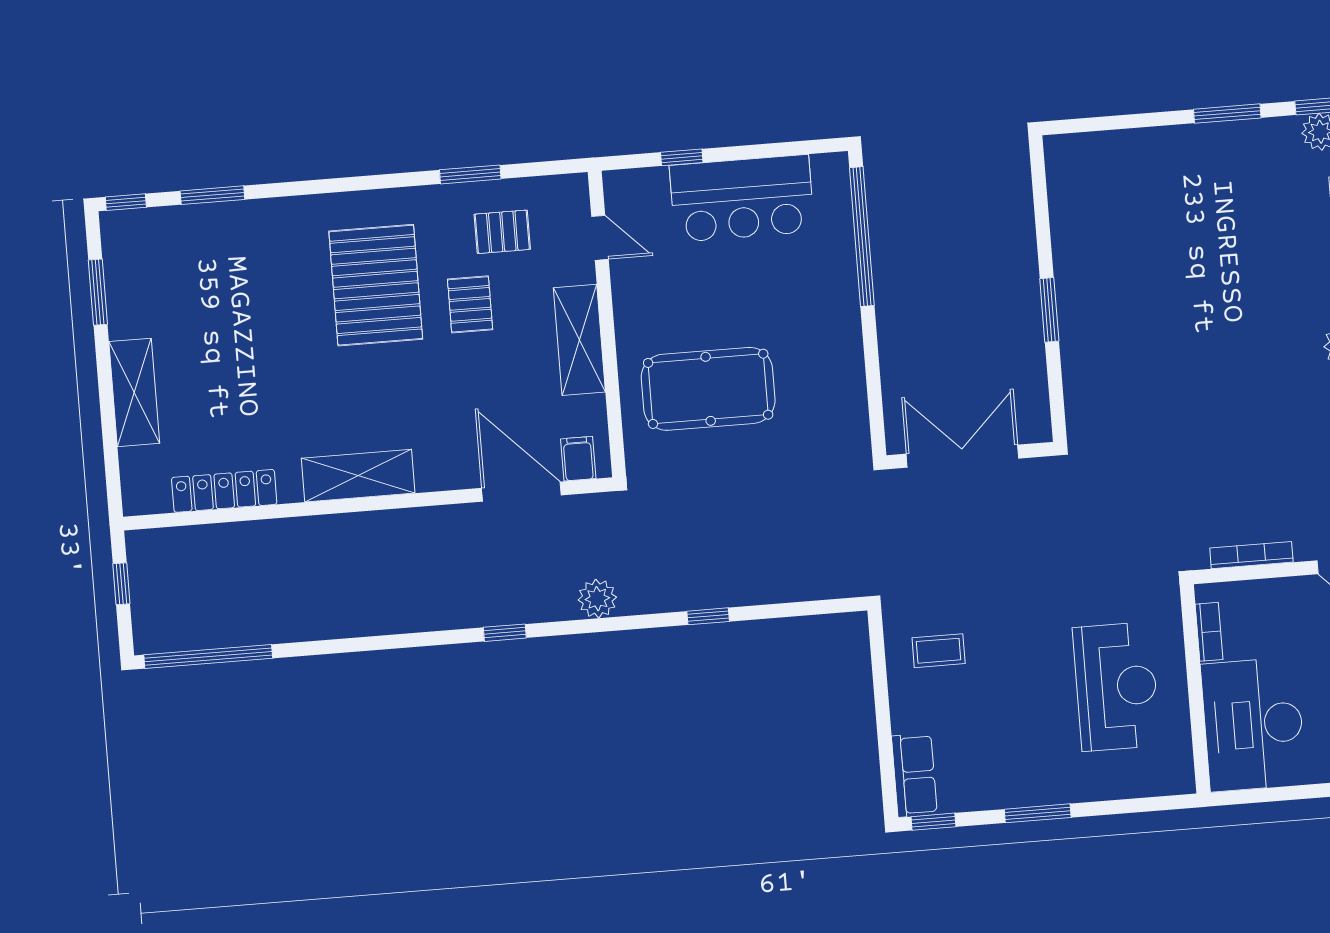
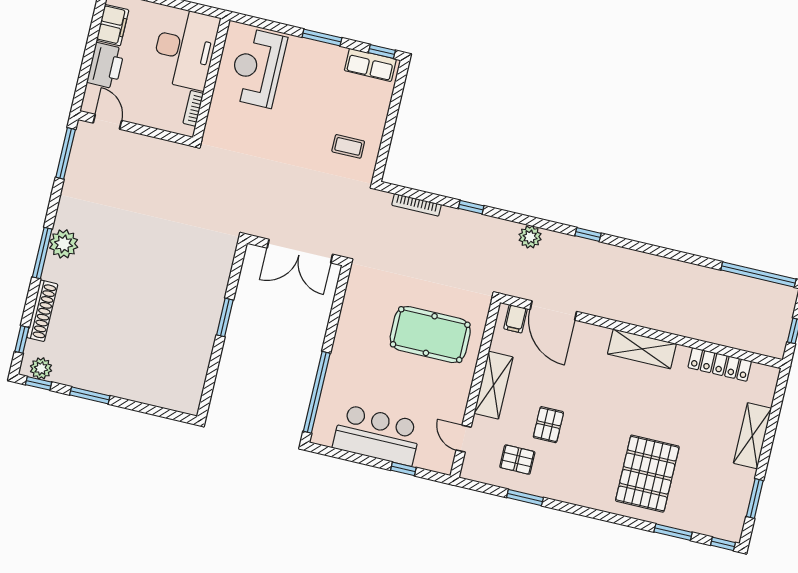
pallet: (376, 285) -> (647, 474), moved
bookcase: (1251, 555) -> (416, 205), moved
reception desk: (1116, 687) -> (257, 68), moved
row of seats: (914, 775) -> (370, 65), moved, turned -90

